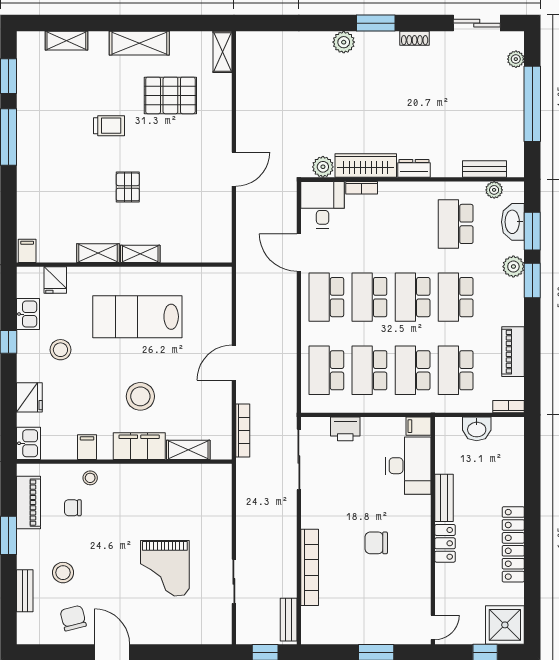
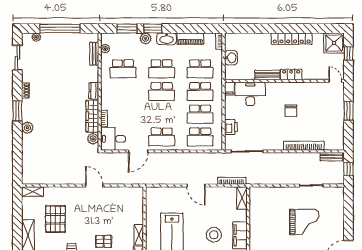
washbasin: (513, 222) -> (167, 39), moved
school desk: (369, 297) -> (162, 114), removed
shelving: (188, 450) -> (242, 198), moved

